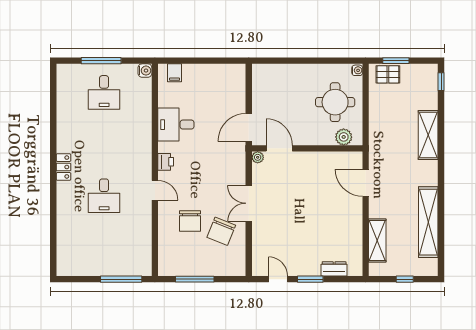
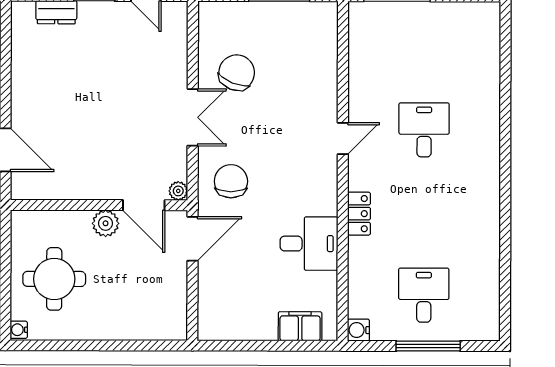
filing cabinet: (175, 73) -> (300, 326), width x2.00
plant: (344, 137) -> (106, 223), moved
printer: (166, 162) -> (325, 184), removed
locker: (63, 167) -> (359, 214), moved, turned 180
door: (155, 190) -> (343, 138), swing flipped
chair: (190, 221) -> (231, 181), moved

